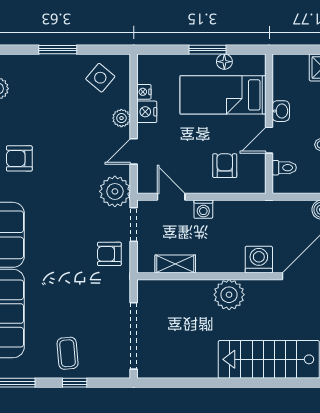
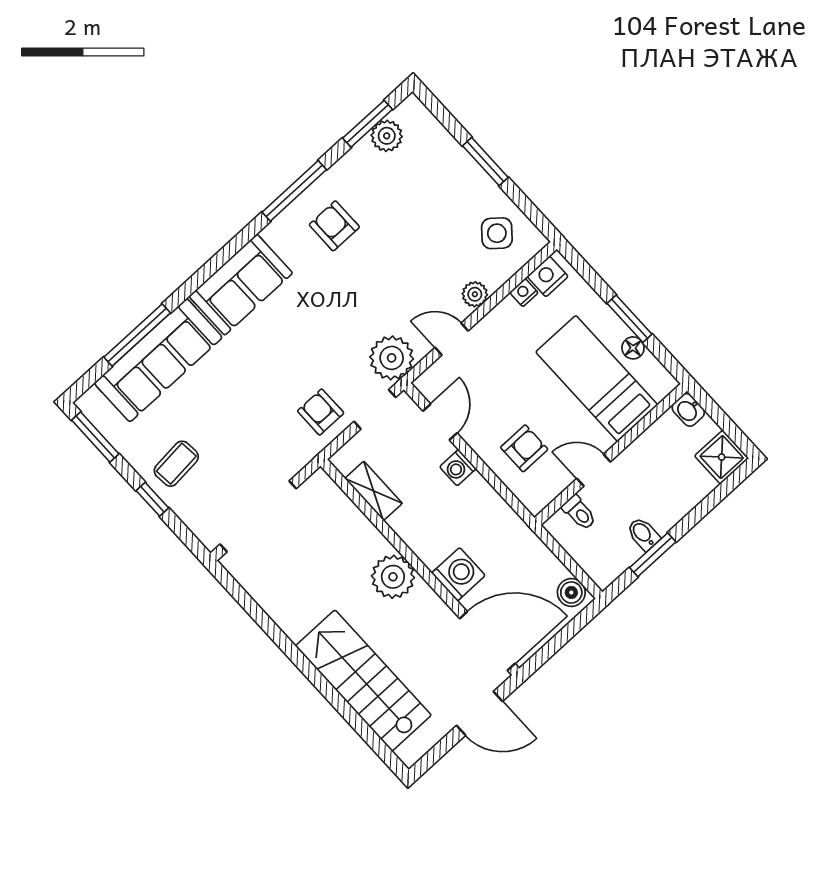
washbasin: (281, 111) -> (688, 410), moved, turned 90
nightstand: (147, 112) -> (548, 276), moved

